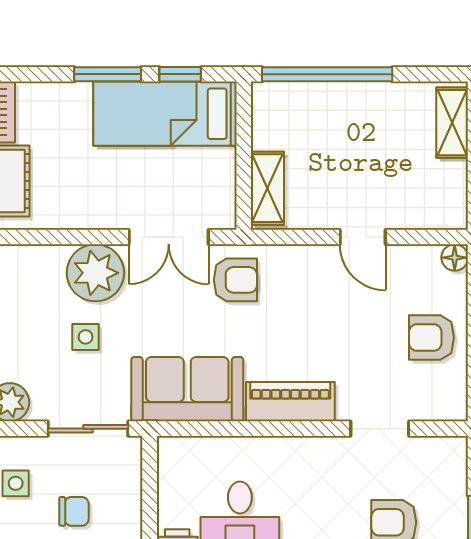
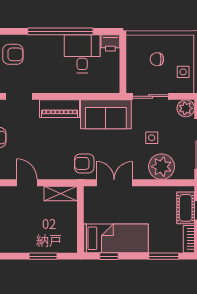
window: (108, 74) -> (164, 256), moved
window: (327, 74) -> (43, 256), width x0.47
shelving: (267, 188) -> (61, 193), moved, turned 90
plant: (95, 273) -> (162, 167), moved

